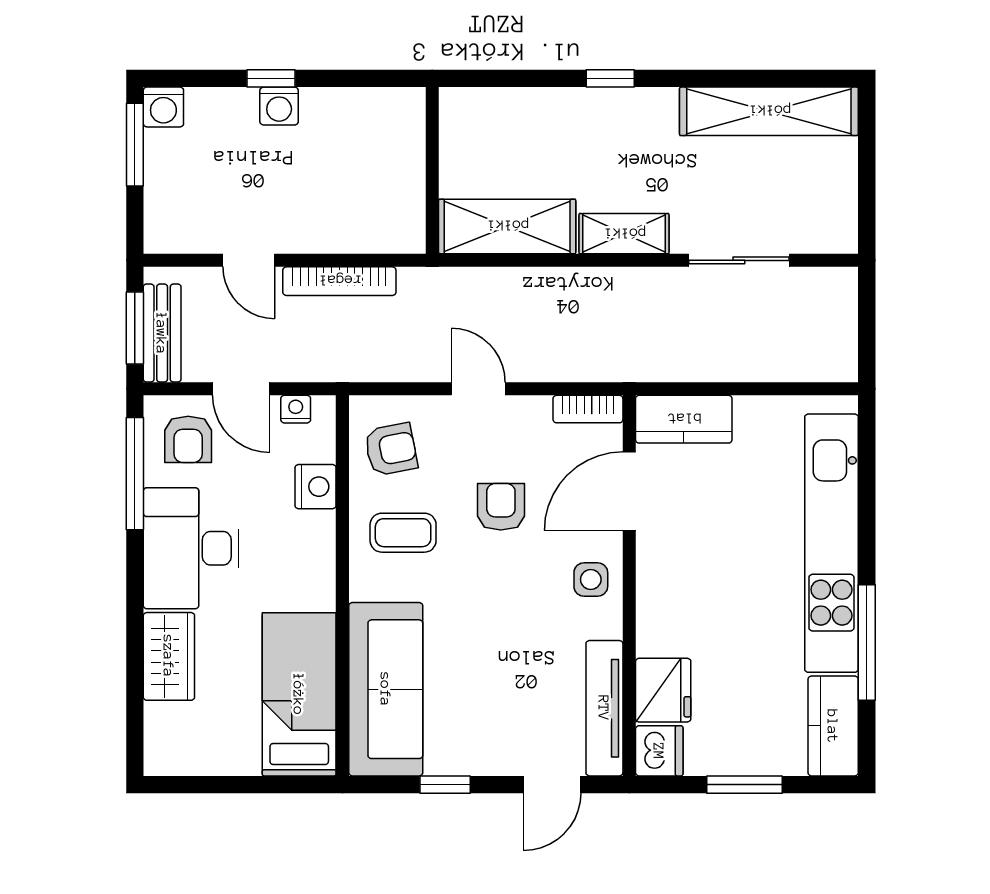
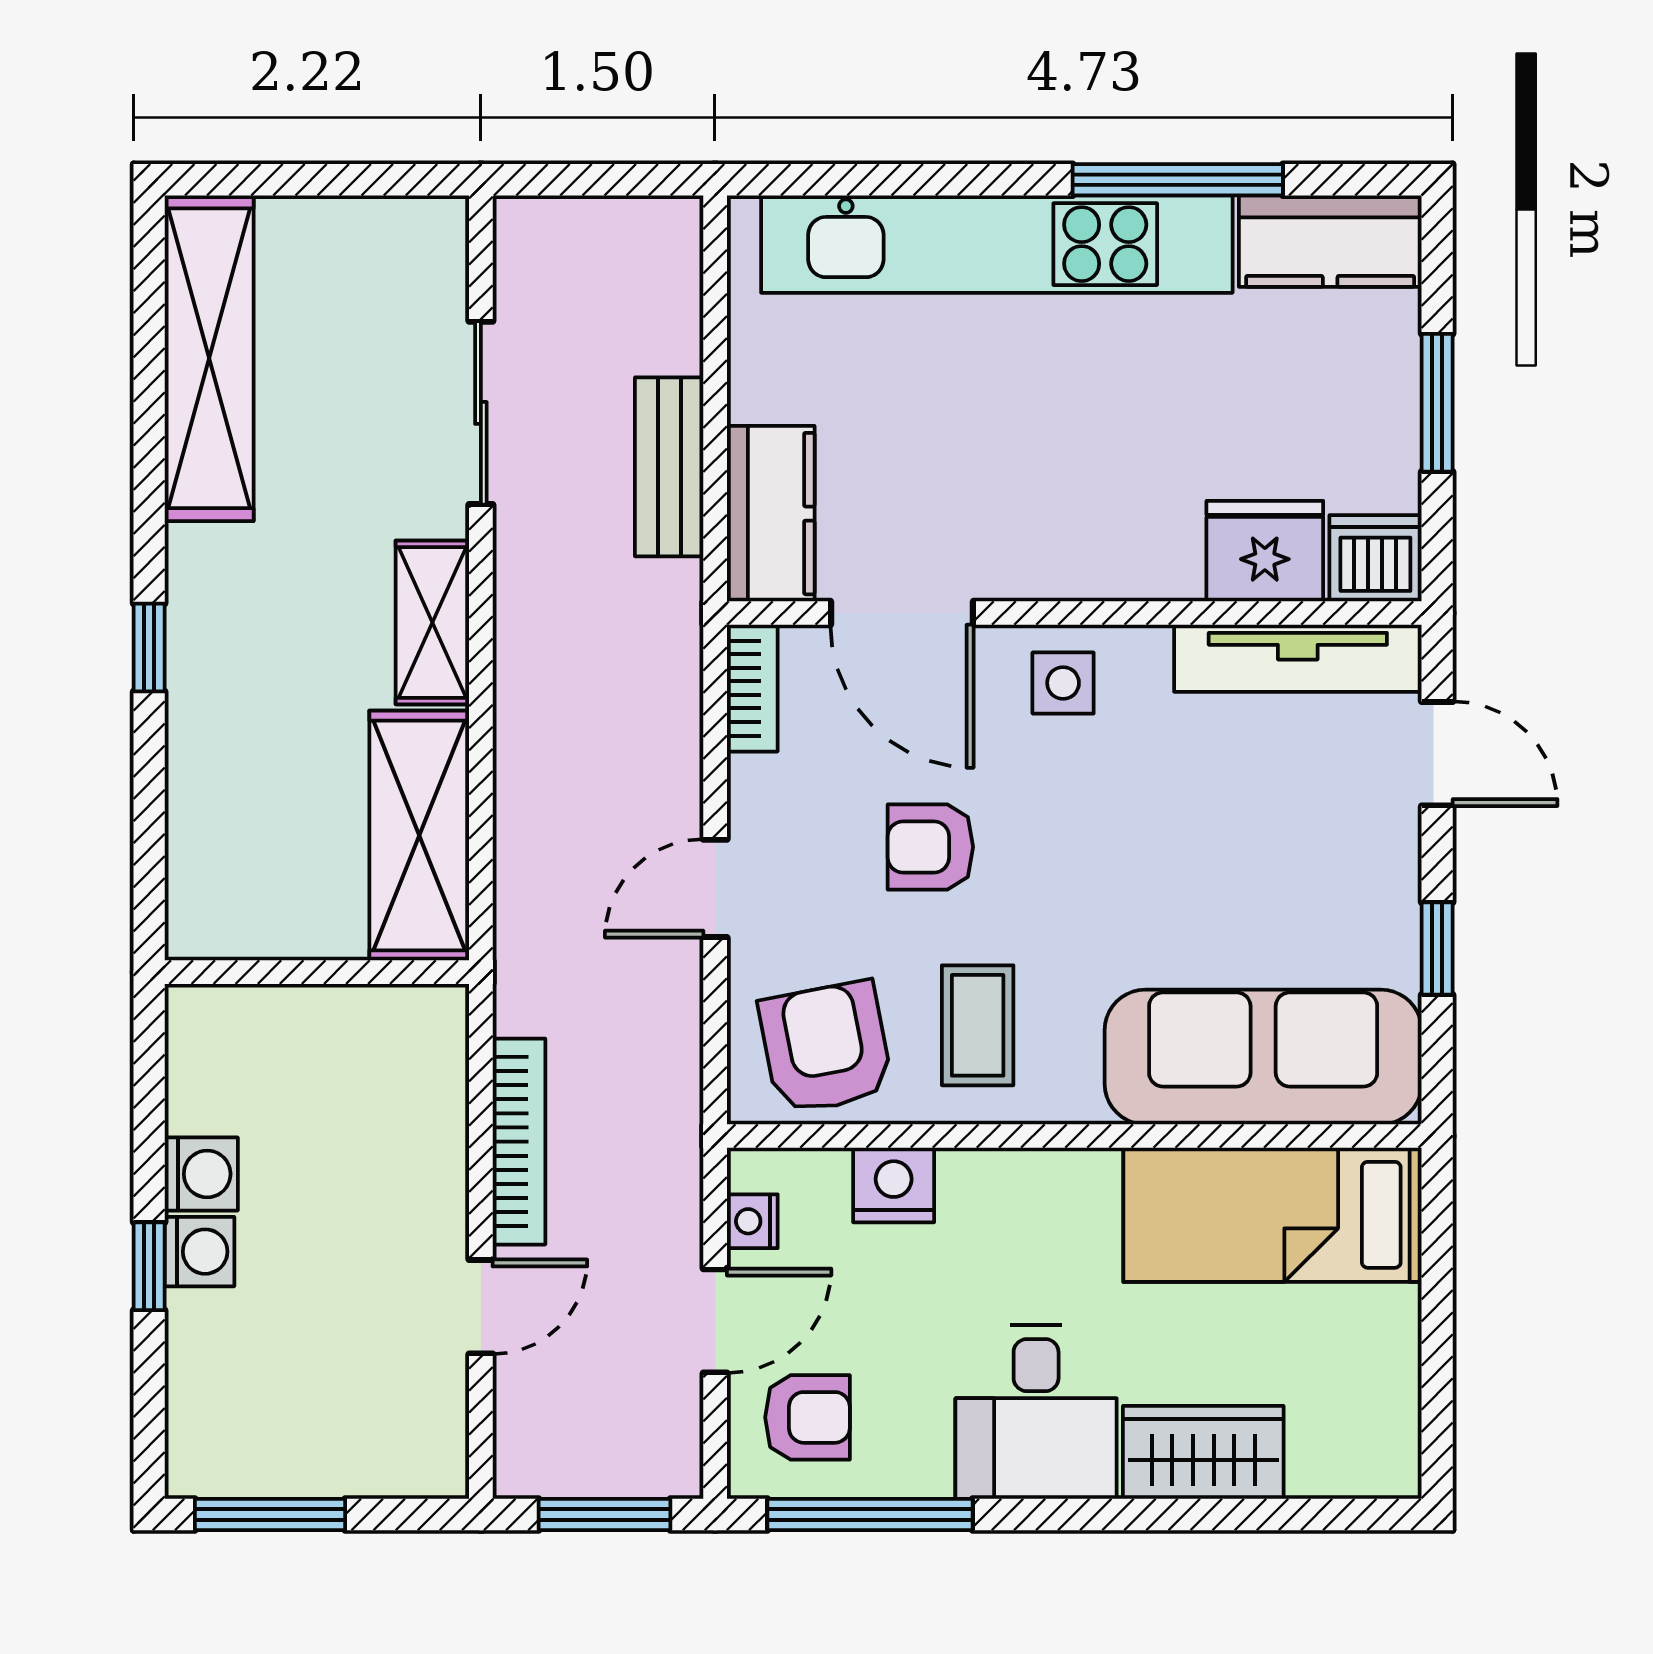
washing machine: (163, 107) -> (201, 1174), moved
bench: (162, 333) -> (669, 467), moved, turned 90
armchair: (391, 449) -> (826, 1048), width x1.38, depth x1.38
desk: (191, 548) -> (1036, 1412), width x0.73

